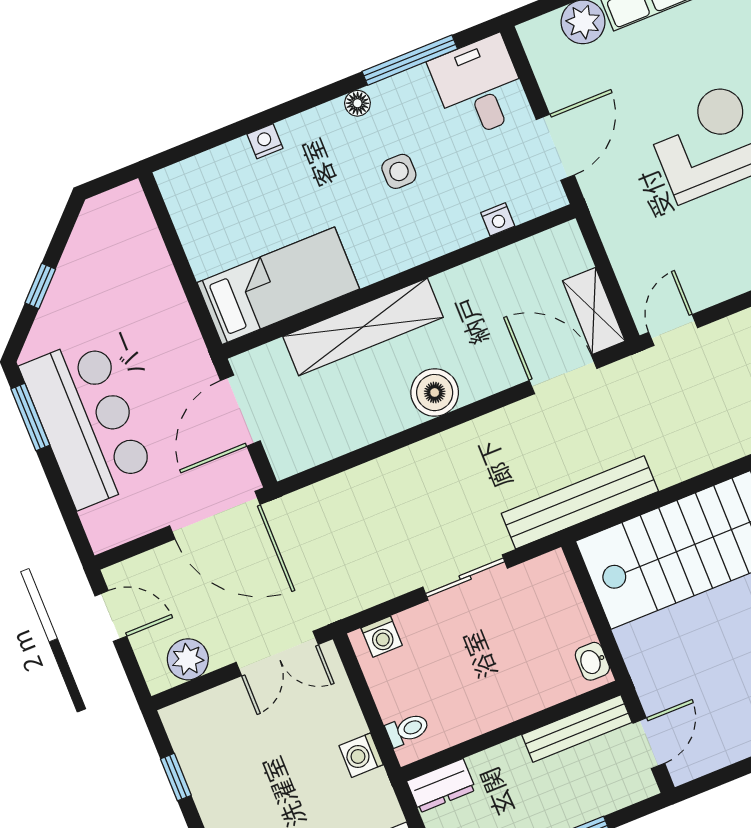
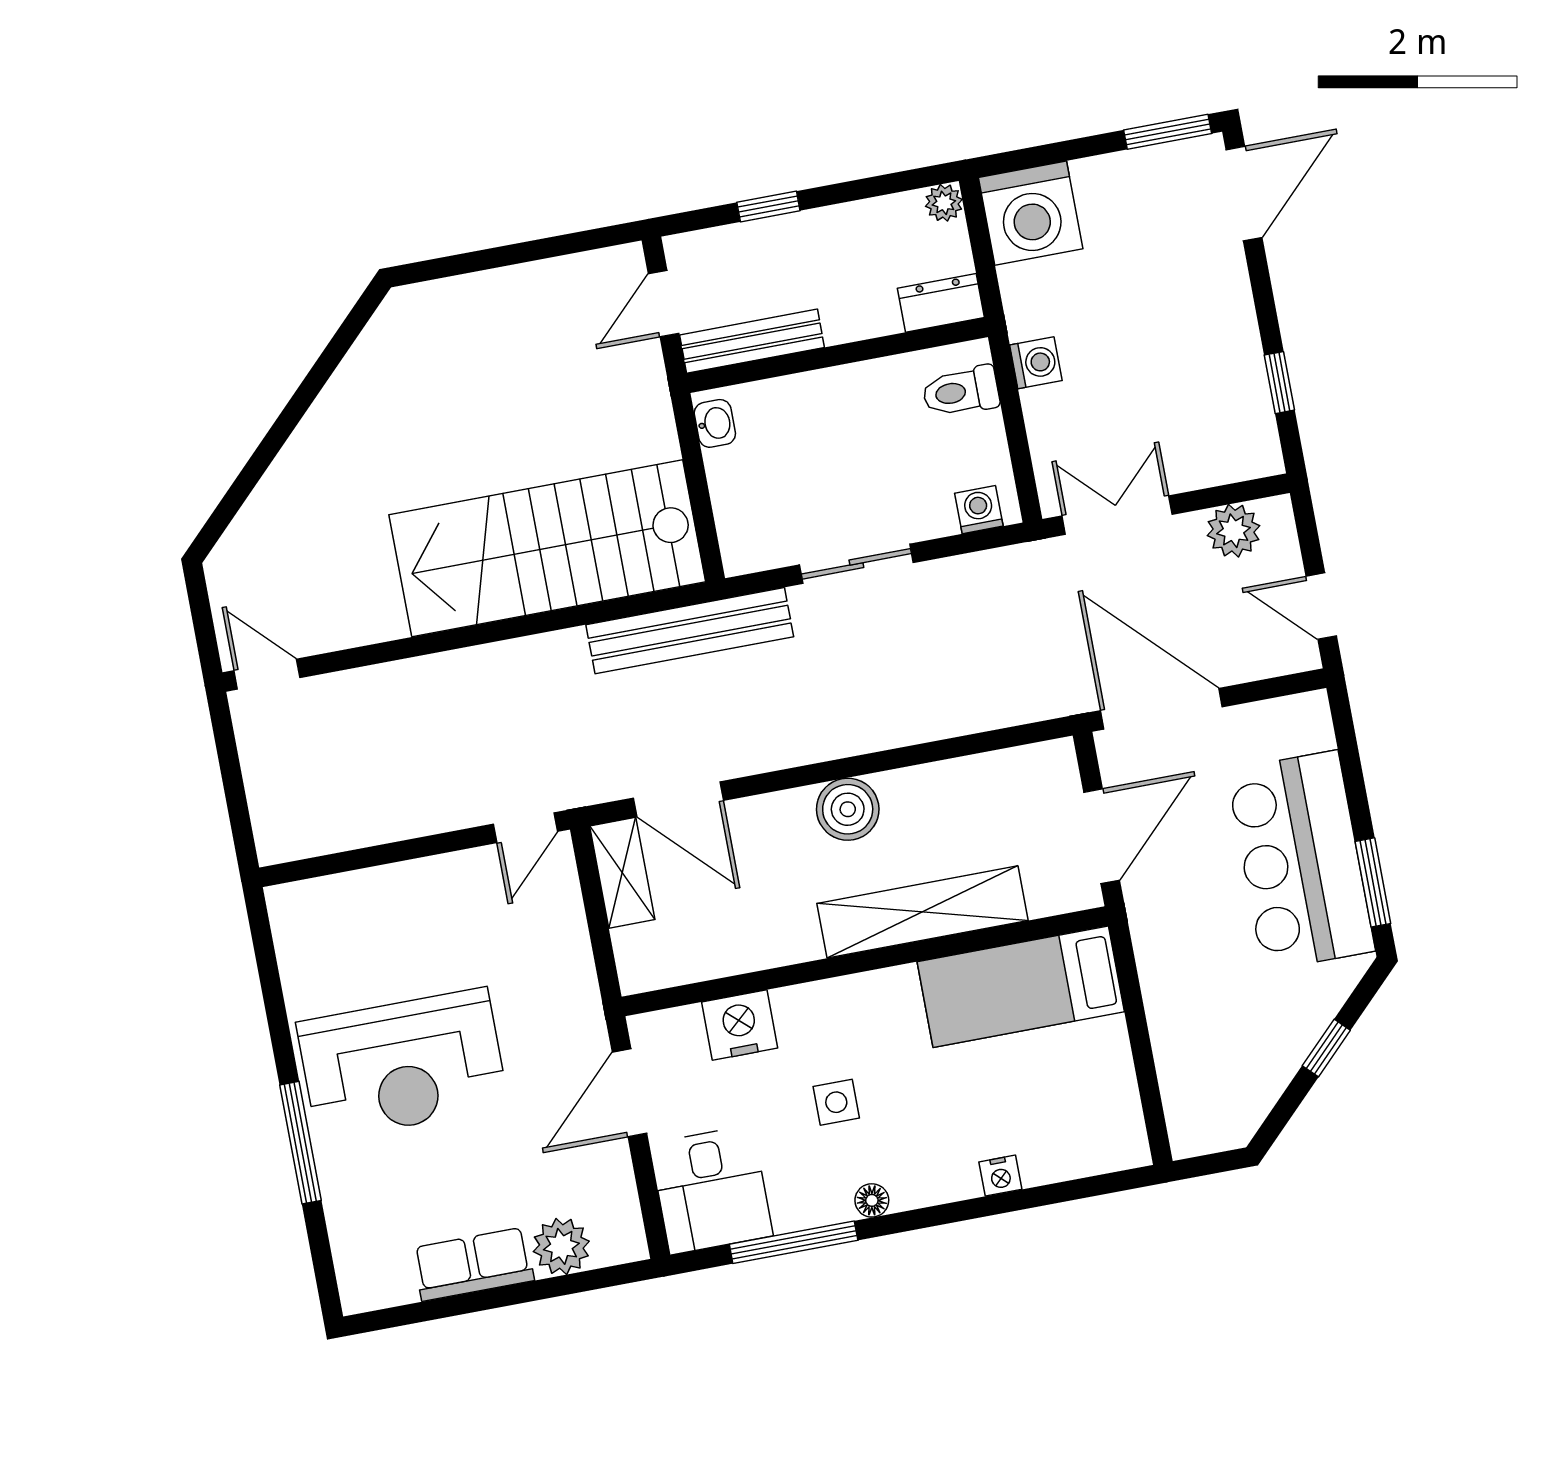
nightstand: (498, 219) -> (740, 1025), width x1.89, depth x1.79
toilet: (407, 730) -> (961, 392), width x1.37, depth x1.39

